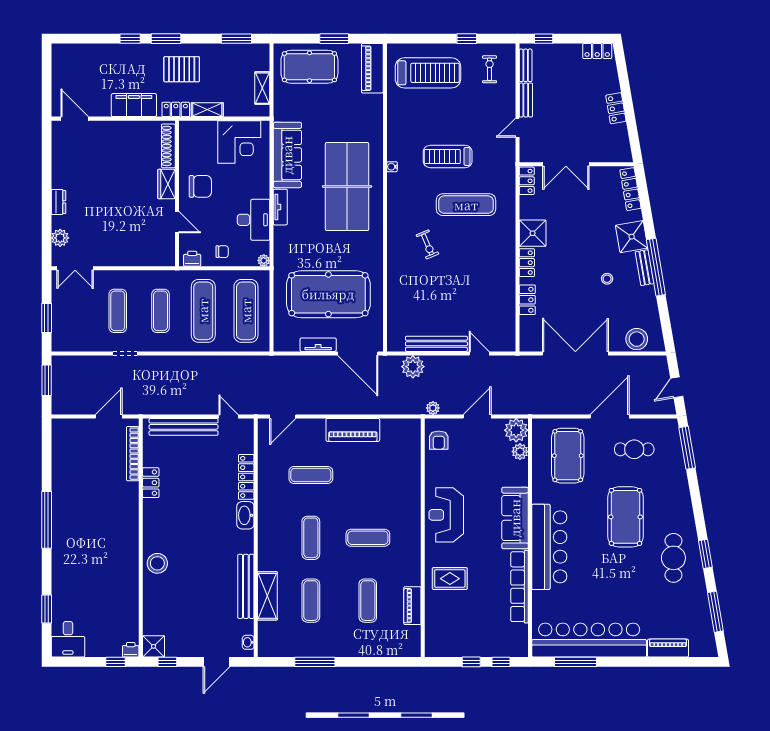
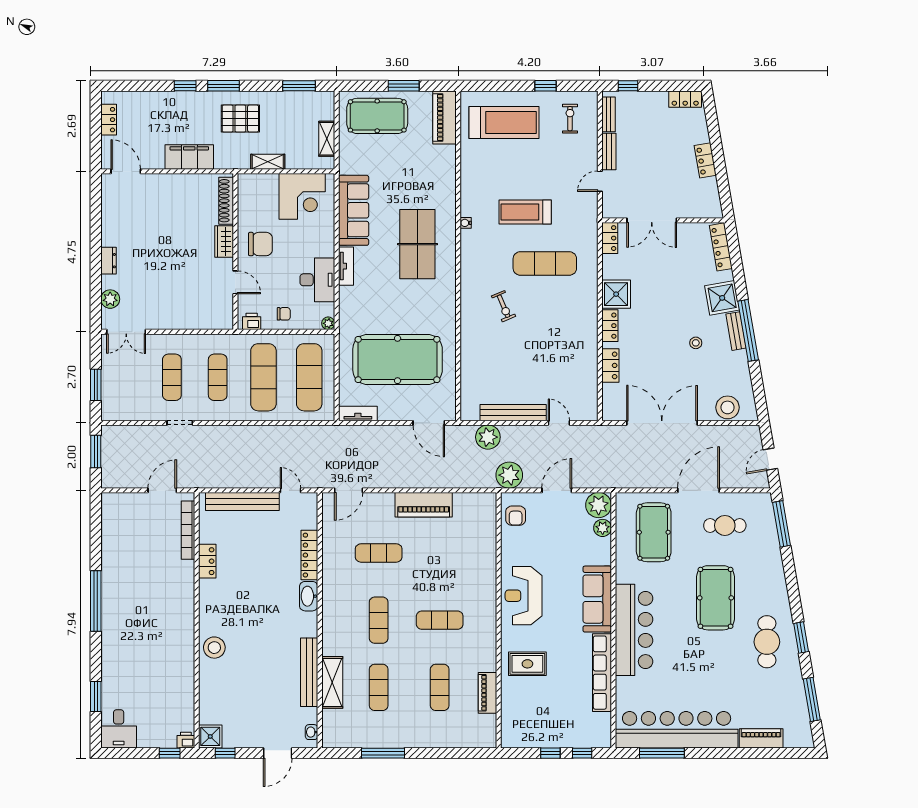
locker: (176, 109) -> (109, 120), moved, turned 90
table tennis table: (347, 187) -> (417, 244), width x0.73, depth x0.76
tv unit: (318, 345) -> (358, 413), moved
door: (358, 353) -> (429, 423), width x0.73
plant: (433, 408) -> (509, 475), width x1.88, depth x1.88

